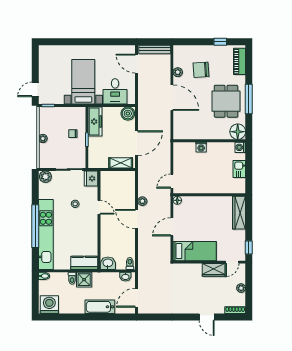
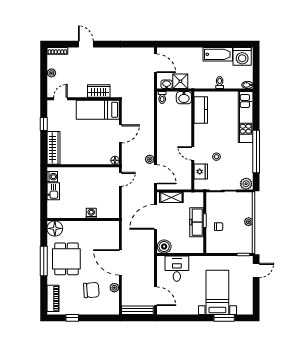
window: (67, 42) -> (224, 318), added
bed with nightstands: (83, 82) -> (217, 292), moved, turned 180
freezer: (95, 121) -> (197, 222), moved
washing machine: (240, 147) -> (52, 177), moved
fridge: (91, 178) -> (201, 172), moved
door: (137, 219) -> (155, 174), moved
window: (35, 226) -> (256, 151), moved
kitchen unit: (46, 234) -> (246, 117), width x0.73
window: (249, 247) -> (44, 124), moved
kitchen counter: (84, 263) -> (201, 110), moved, turned -90
wardrobe: (214, 270) -> (99, 91), moved
shower: (84, 280) -> (180, 81), moved
door: (137, 298) -> (155, 63), hinge flipped
bathtub: (100, 307) -> (218, 54), moved

